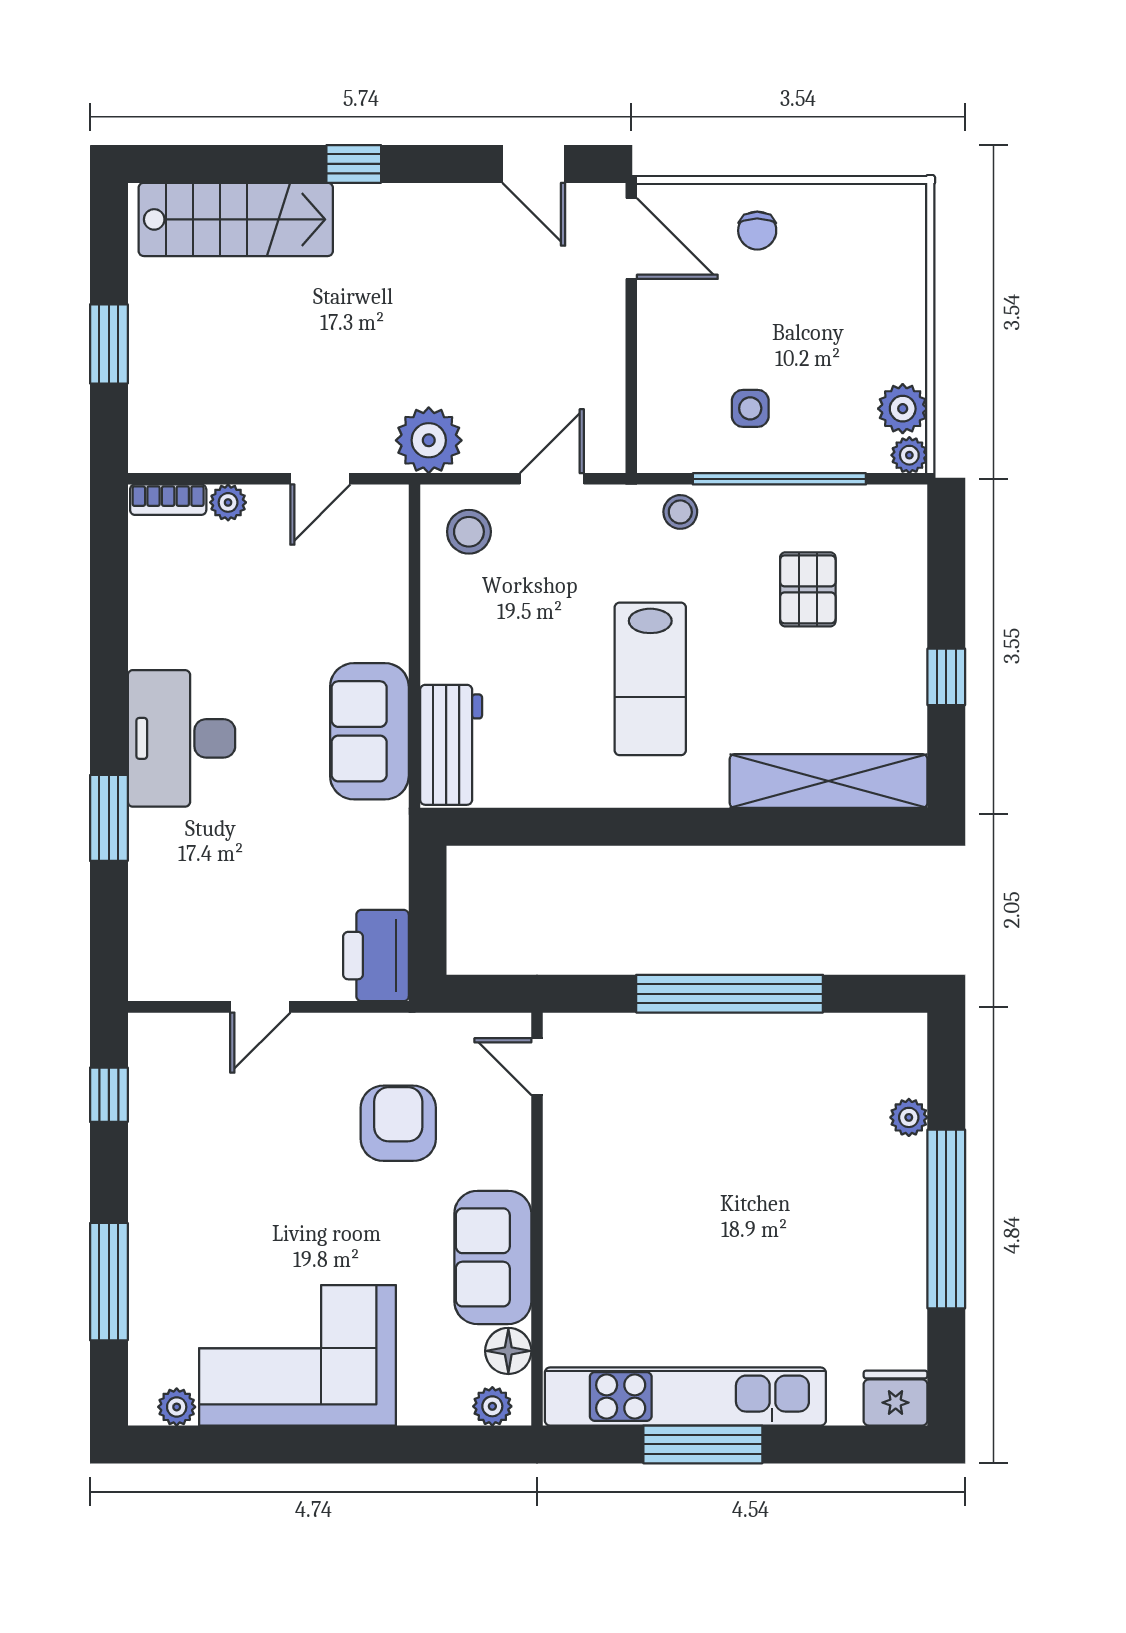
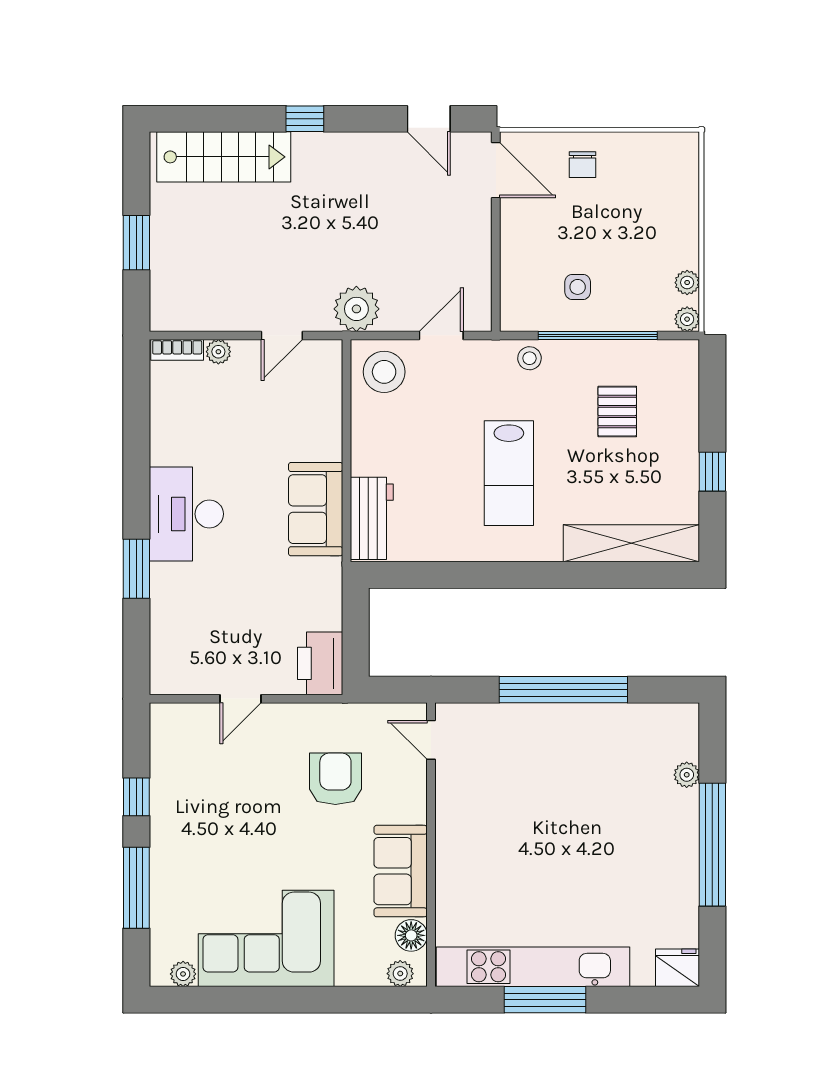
plant: (903, 409) -> (687, 283), width x0.73, depth x0.73
stool: (469, 532) -> (384, 372), width x1.38, depth x1.38
window: (109, 1095) -> (136, 797), moved

